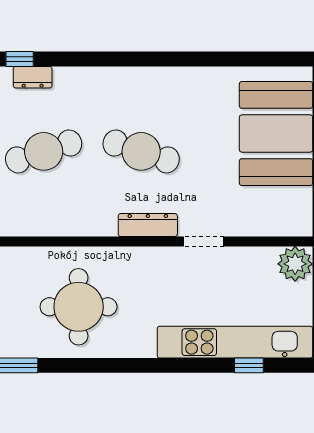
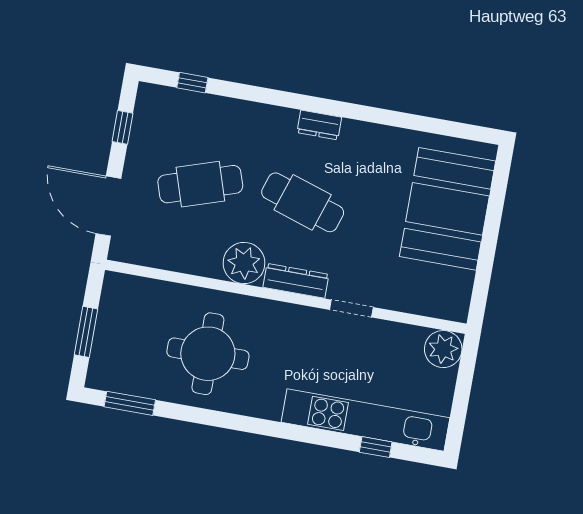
dresser: (33, 77) -> (319, 125), moved
plant: (97, 217) -> (244, 263), added

